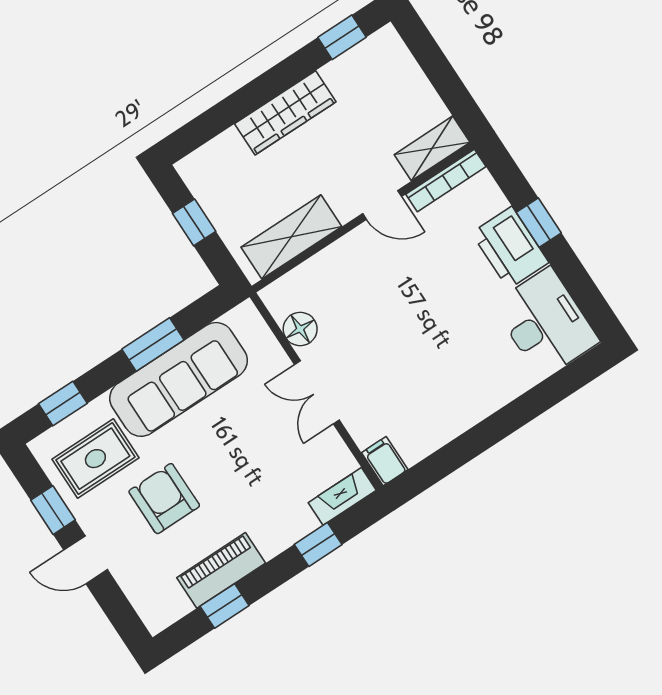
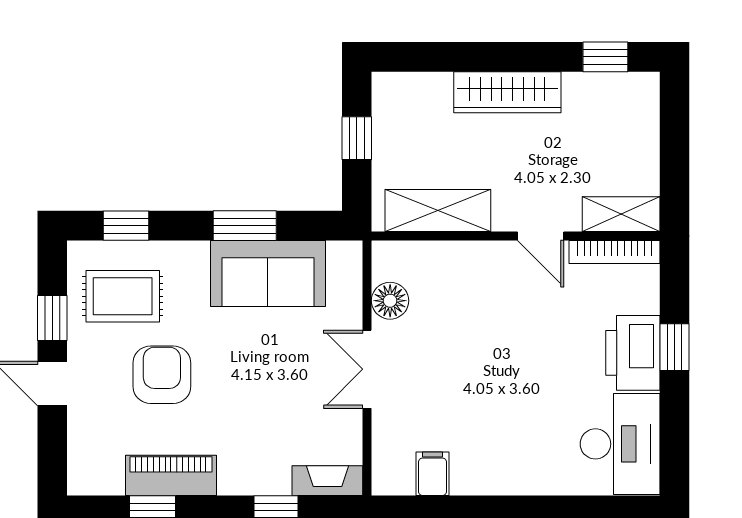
sofa: (179, 379) -> (268, 273), width x0.73
filing cabinet: (385, 461) -> (433, 474), moved

